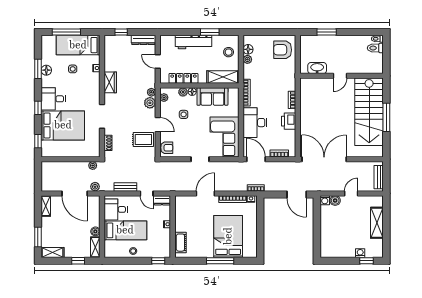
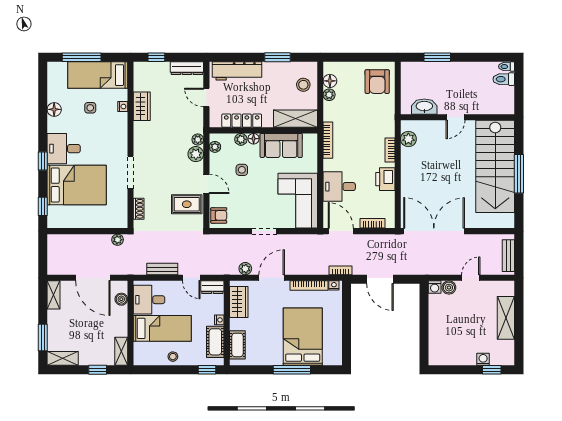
workbench: (194, 42) -> (237, 71), moved
armchair: (283, 50) -> (377, 82), turned -90
window: (38, 69) -> (43, 108), removed
wardrobe: (110, 82) -> (142, 106), moved
plant: (306, 92) -> (408, 139), added
desk: (255, 123) -> (339, 187), width x0.73
plant: (95, 187) -> (245, 269), moved
door: (297, 194) -> (380, 279), moved
wardrobe: (181, 211) -> (239, 302), added
boiler: (95, 231) -> (121, 299), moved
cot: (164, 240) -> (215, 342), added

